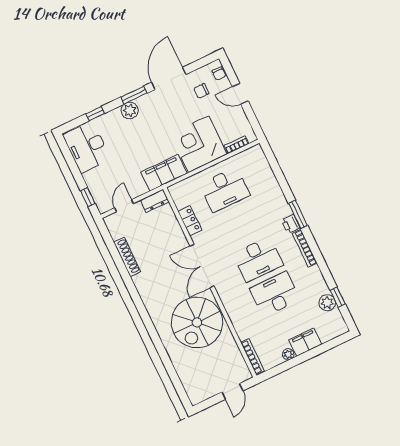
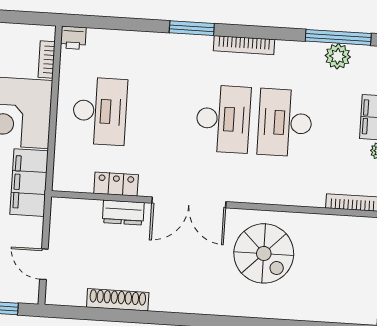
dresser: (155, 201) -> (123, 213), moved, turned 90
printer: (291, 224) -> (73, 38), moved
window: (338, 297) -> (338, 37), width x2.17
spiral stairs: (197, 322) -> (264, 253), width x0.73, depth x0.73

